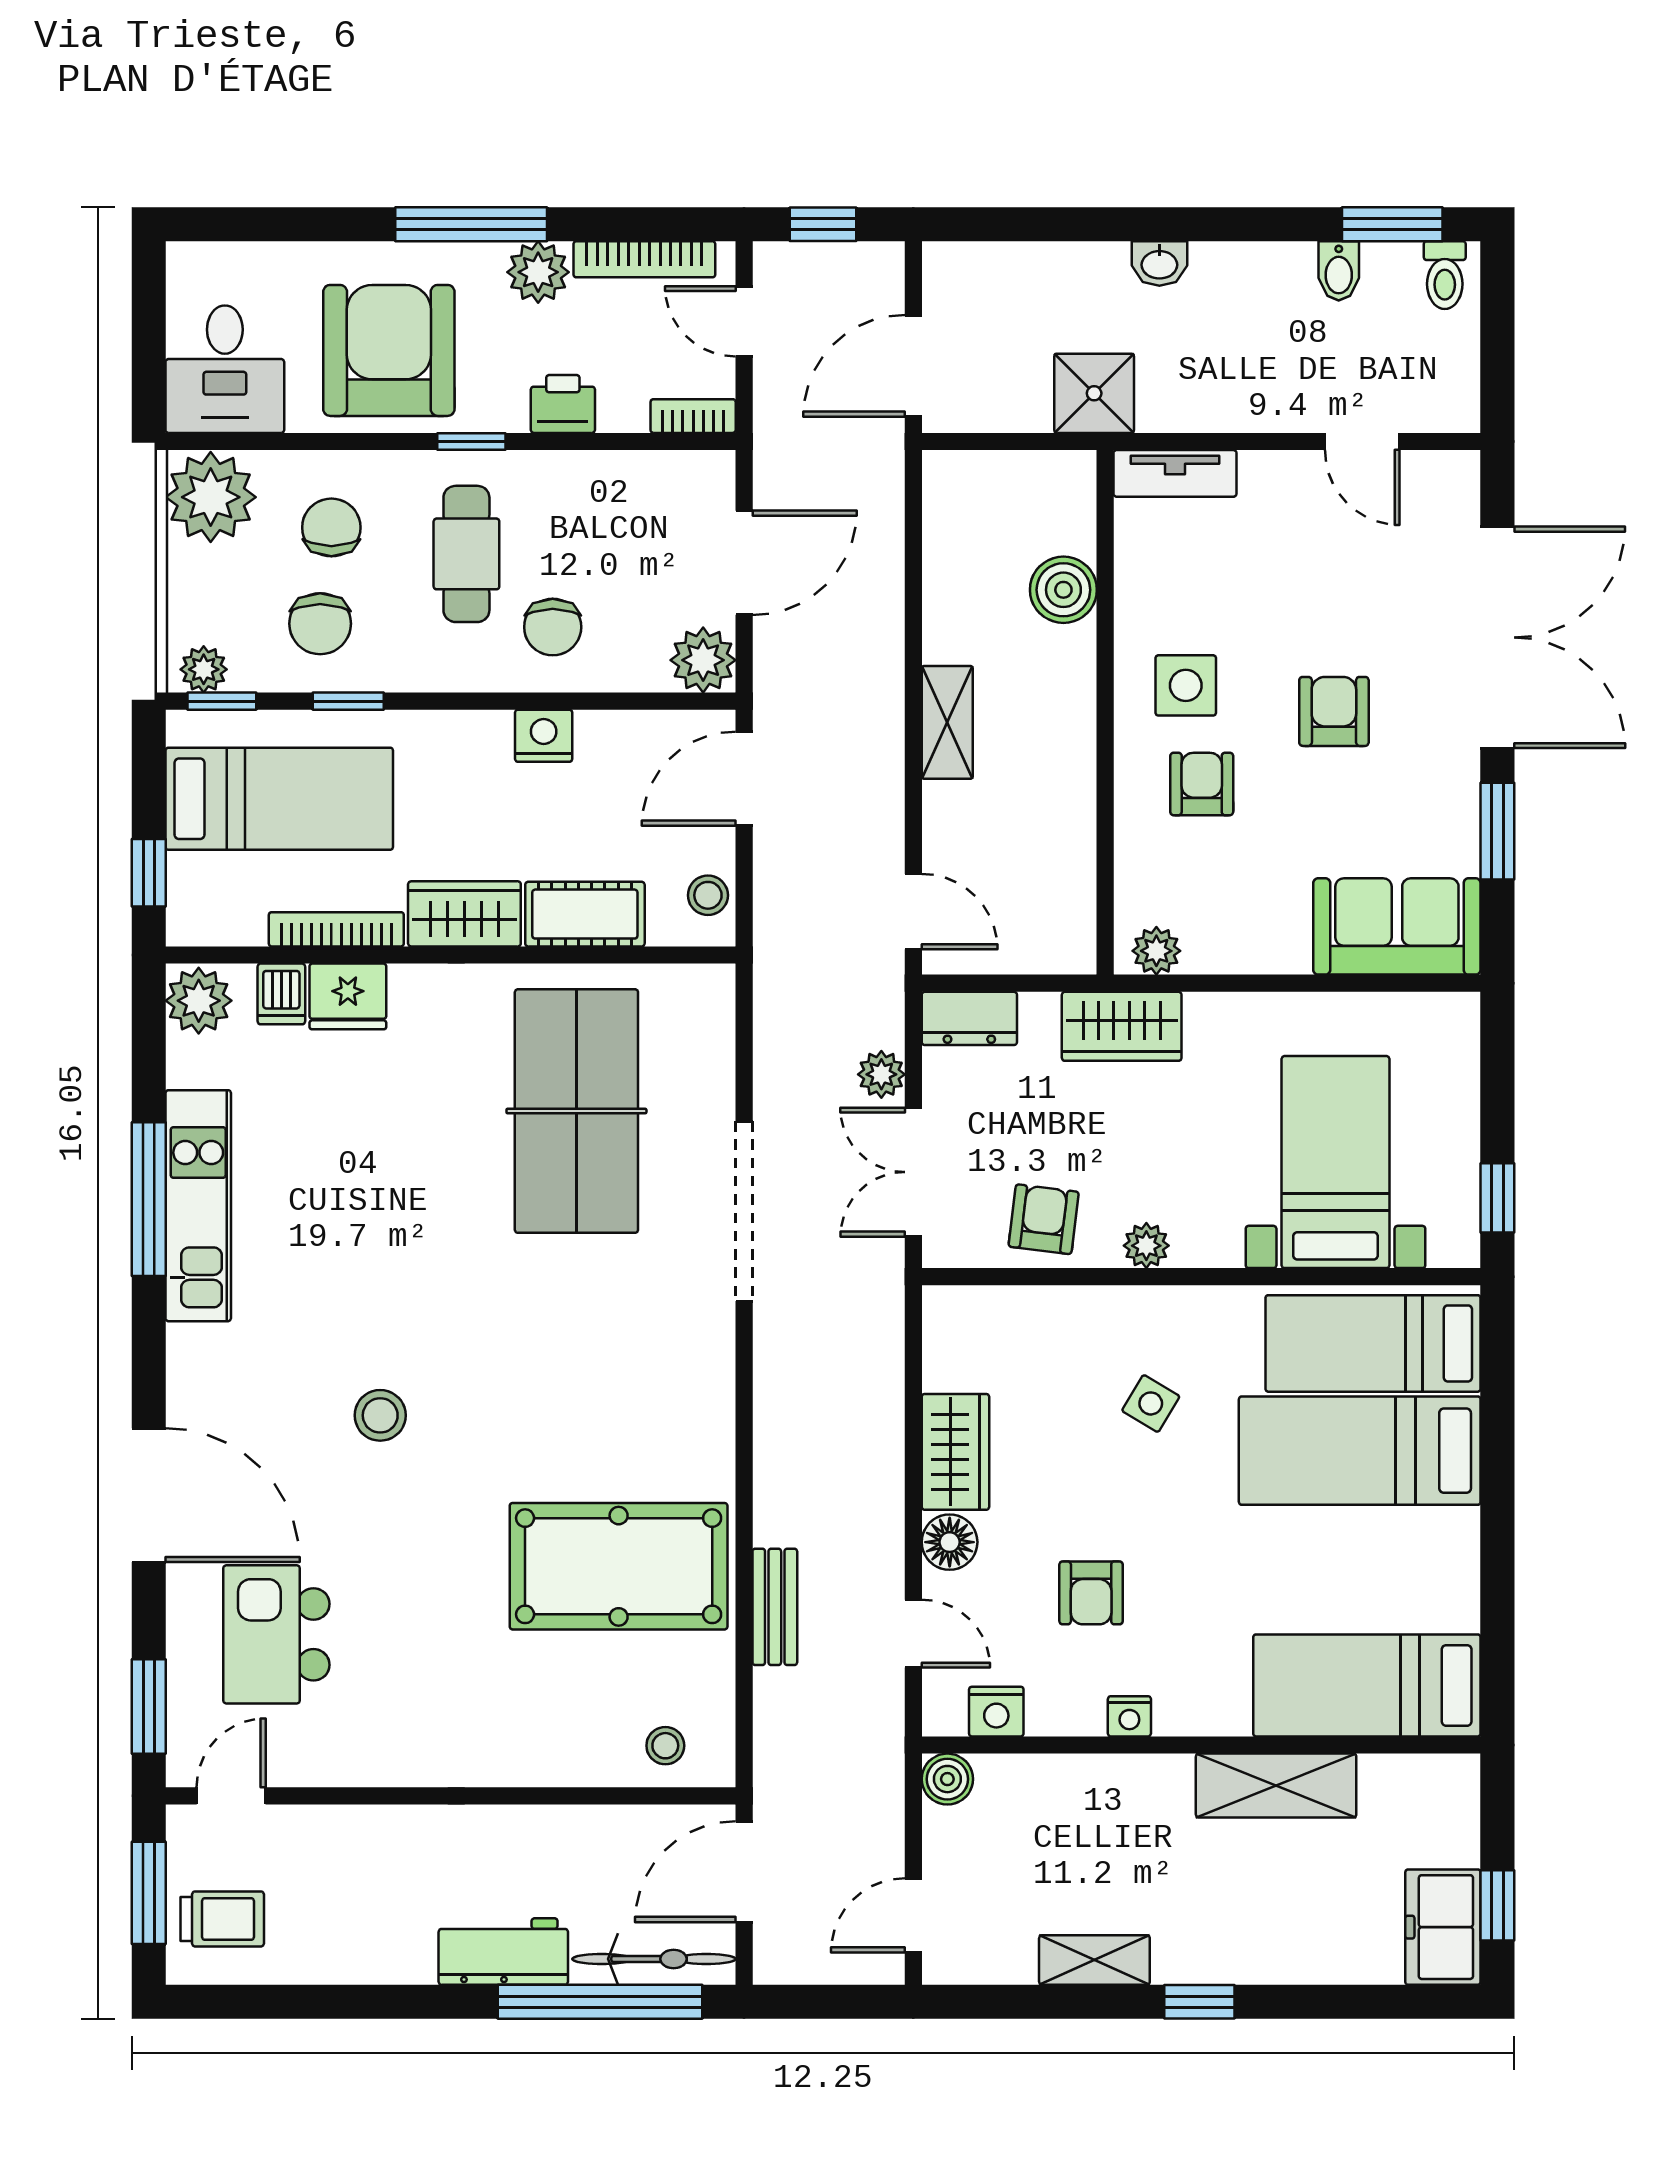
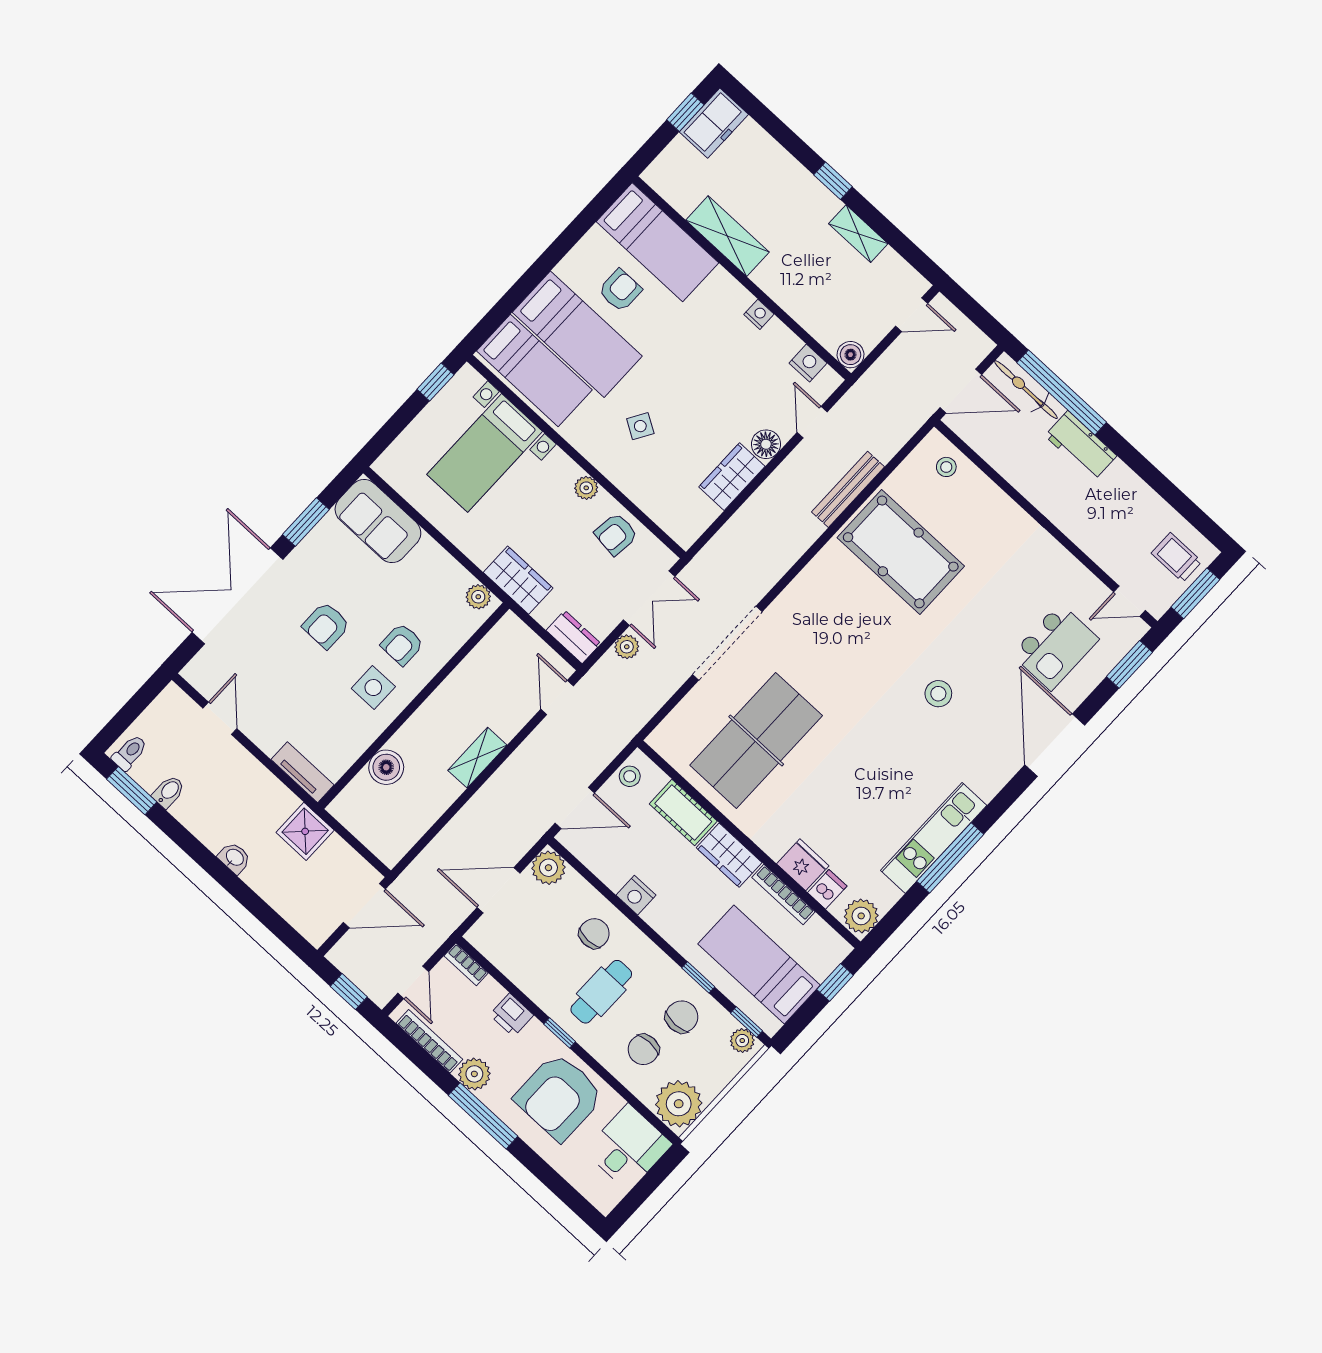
armchair: (1091, 1593) -> (620, 290), moved
bench: (775, 1607) -> (848, 489), width x1.36

